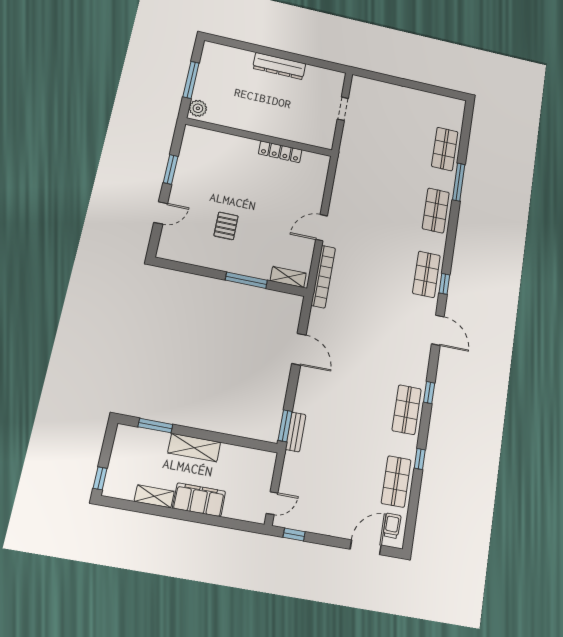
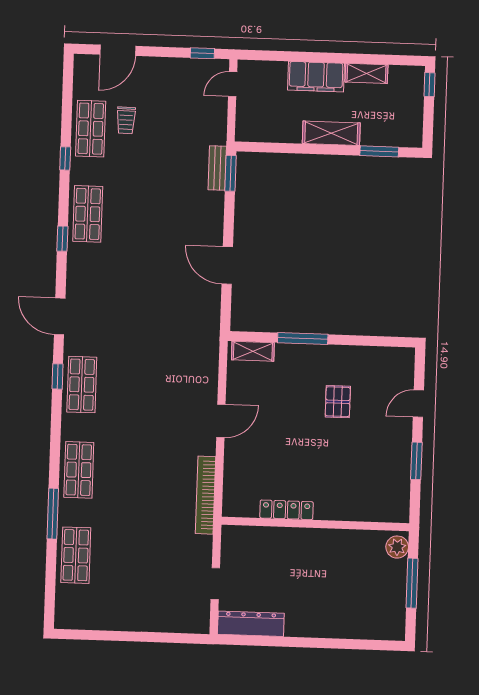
dresser: (279, 66) -> (251, 624), moved
bookcase: (323, 277) -> (205, 495), moved
trolley: (392, 526) -> (126, 120), moved

